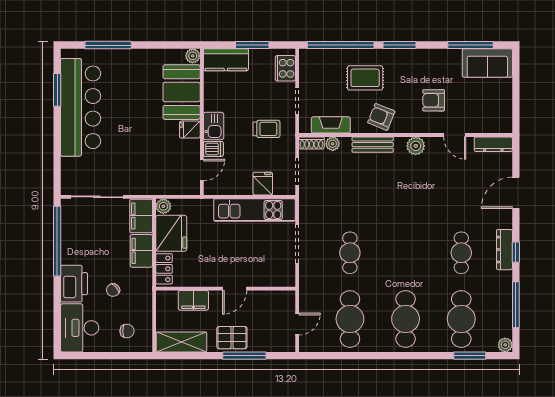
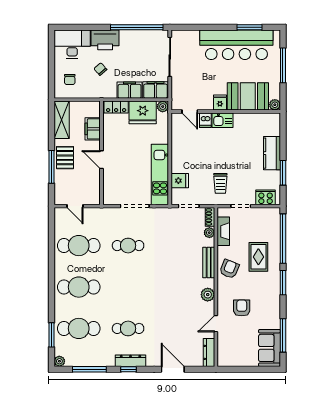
plant: (193, 56) -> (275, 105), moved
booth: (182, 92) -> (248, 96), moved
wall: (202, 122) -> (226, 111), moved
kitchen sink: (214, 126) -> (223, 120), moved
fridge: (190, 130) -> (220, 103), moved
dishwasher: (213, 149) -> (205, 120), moved
door: (202, 170) -> (190, 111), moved

